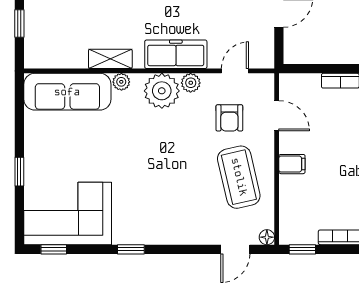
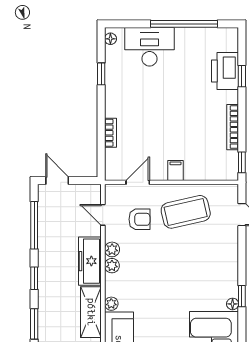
shelving: (110, 59) -> (91, 312), width x1.50, depth x1.33
plant: (162, 91) -> (112, 266), width x0.53, depth x0.53
floor lamp: (267, 237) -> (233, 304), moved

